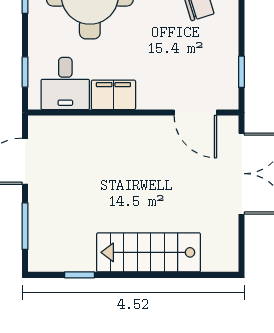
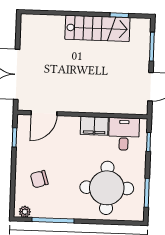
door: (195, 113) -> (44, 113), swing flipped
stairs: (149, 252) -> (97, 28), moved

